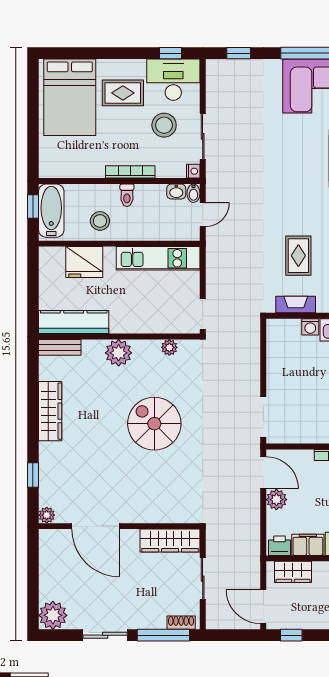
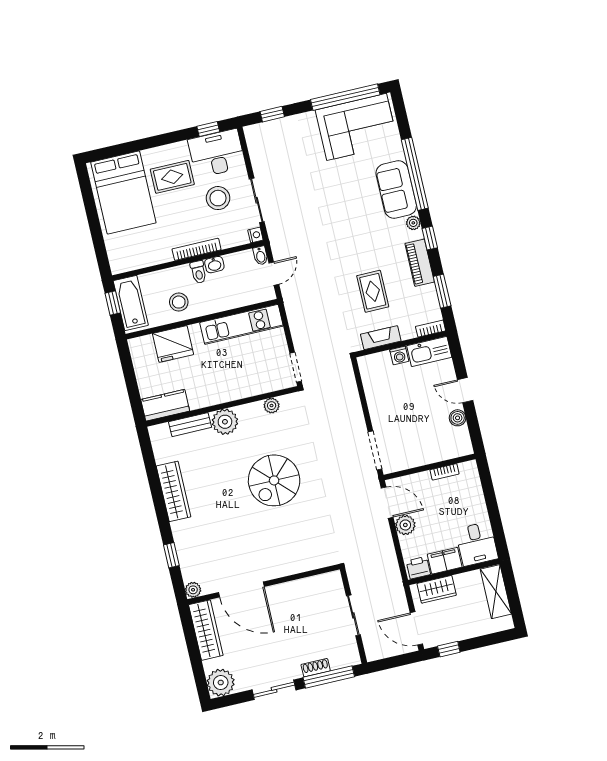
washbasin: (176, 192) -> (214, 265), moved
kitchen counter: (74, 322) -> (165, 405), width x0.67
bench: (60, 347) -> (190, 425), moved
spiral stairs: (154, 424) -> (274, 480), turned -90
wardrobe: (170, 541) -> (206, 630), moved, turned -90
shoe rack: (181, 623) -> (316, 668), moved

